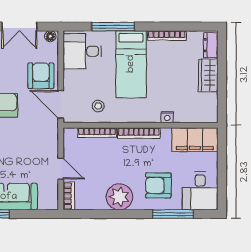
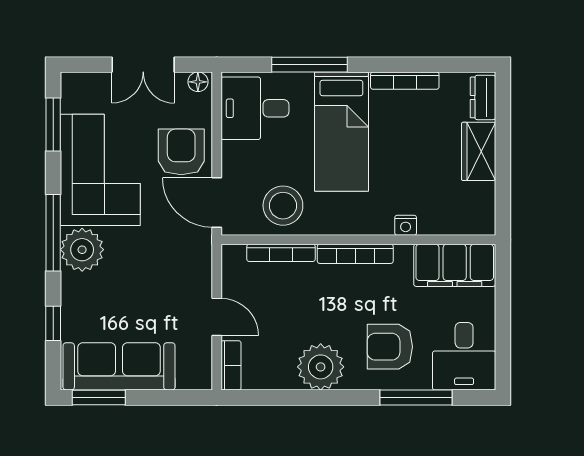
stool: (98, 106) -> (283, 206), width x1.89, depth x1.89

